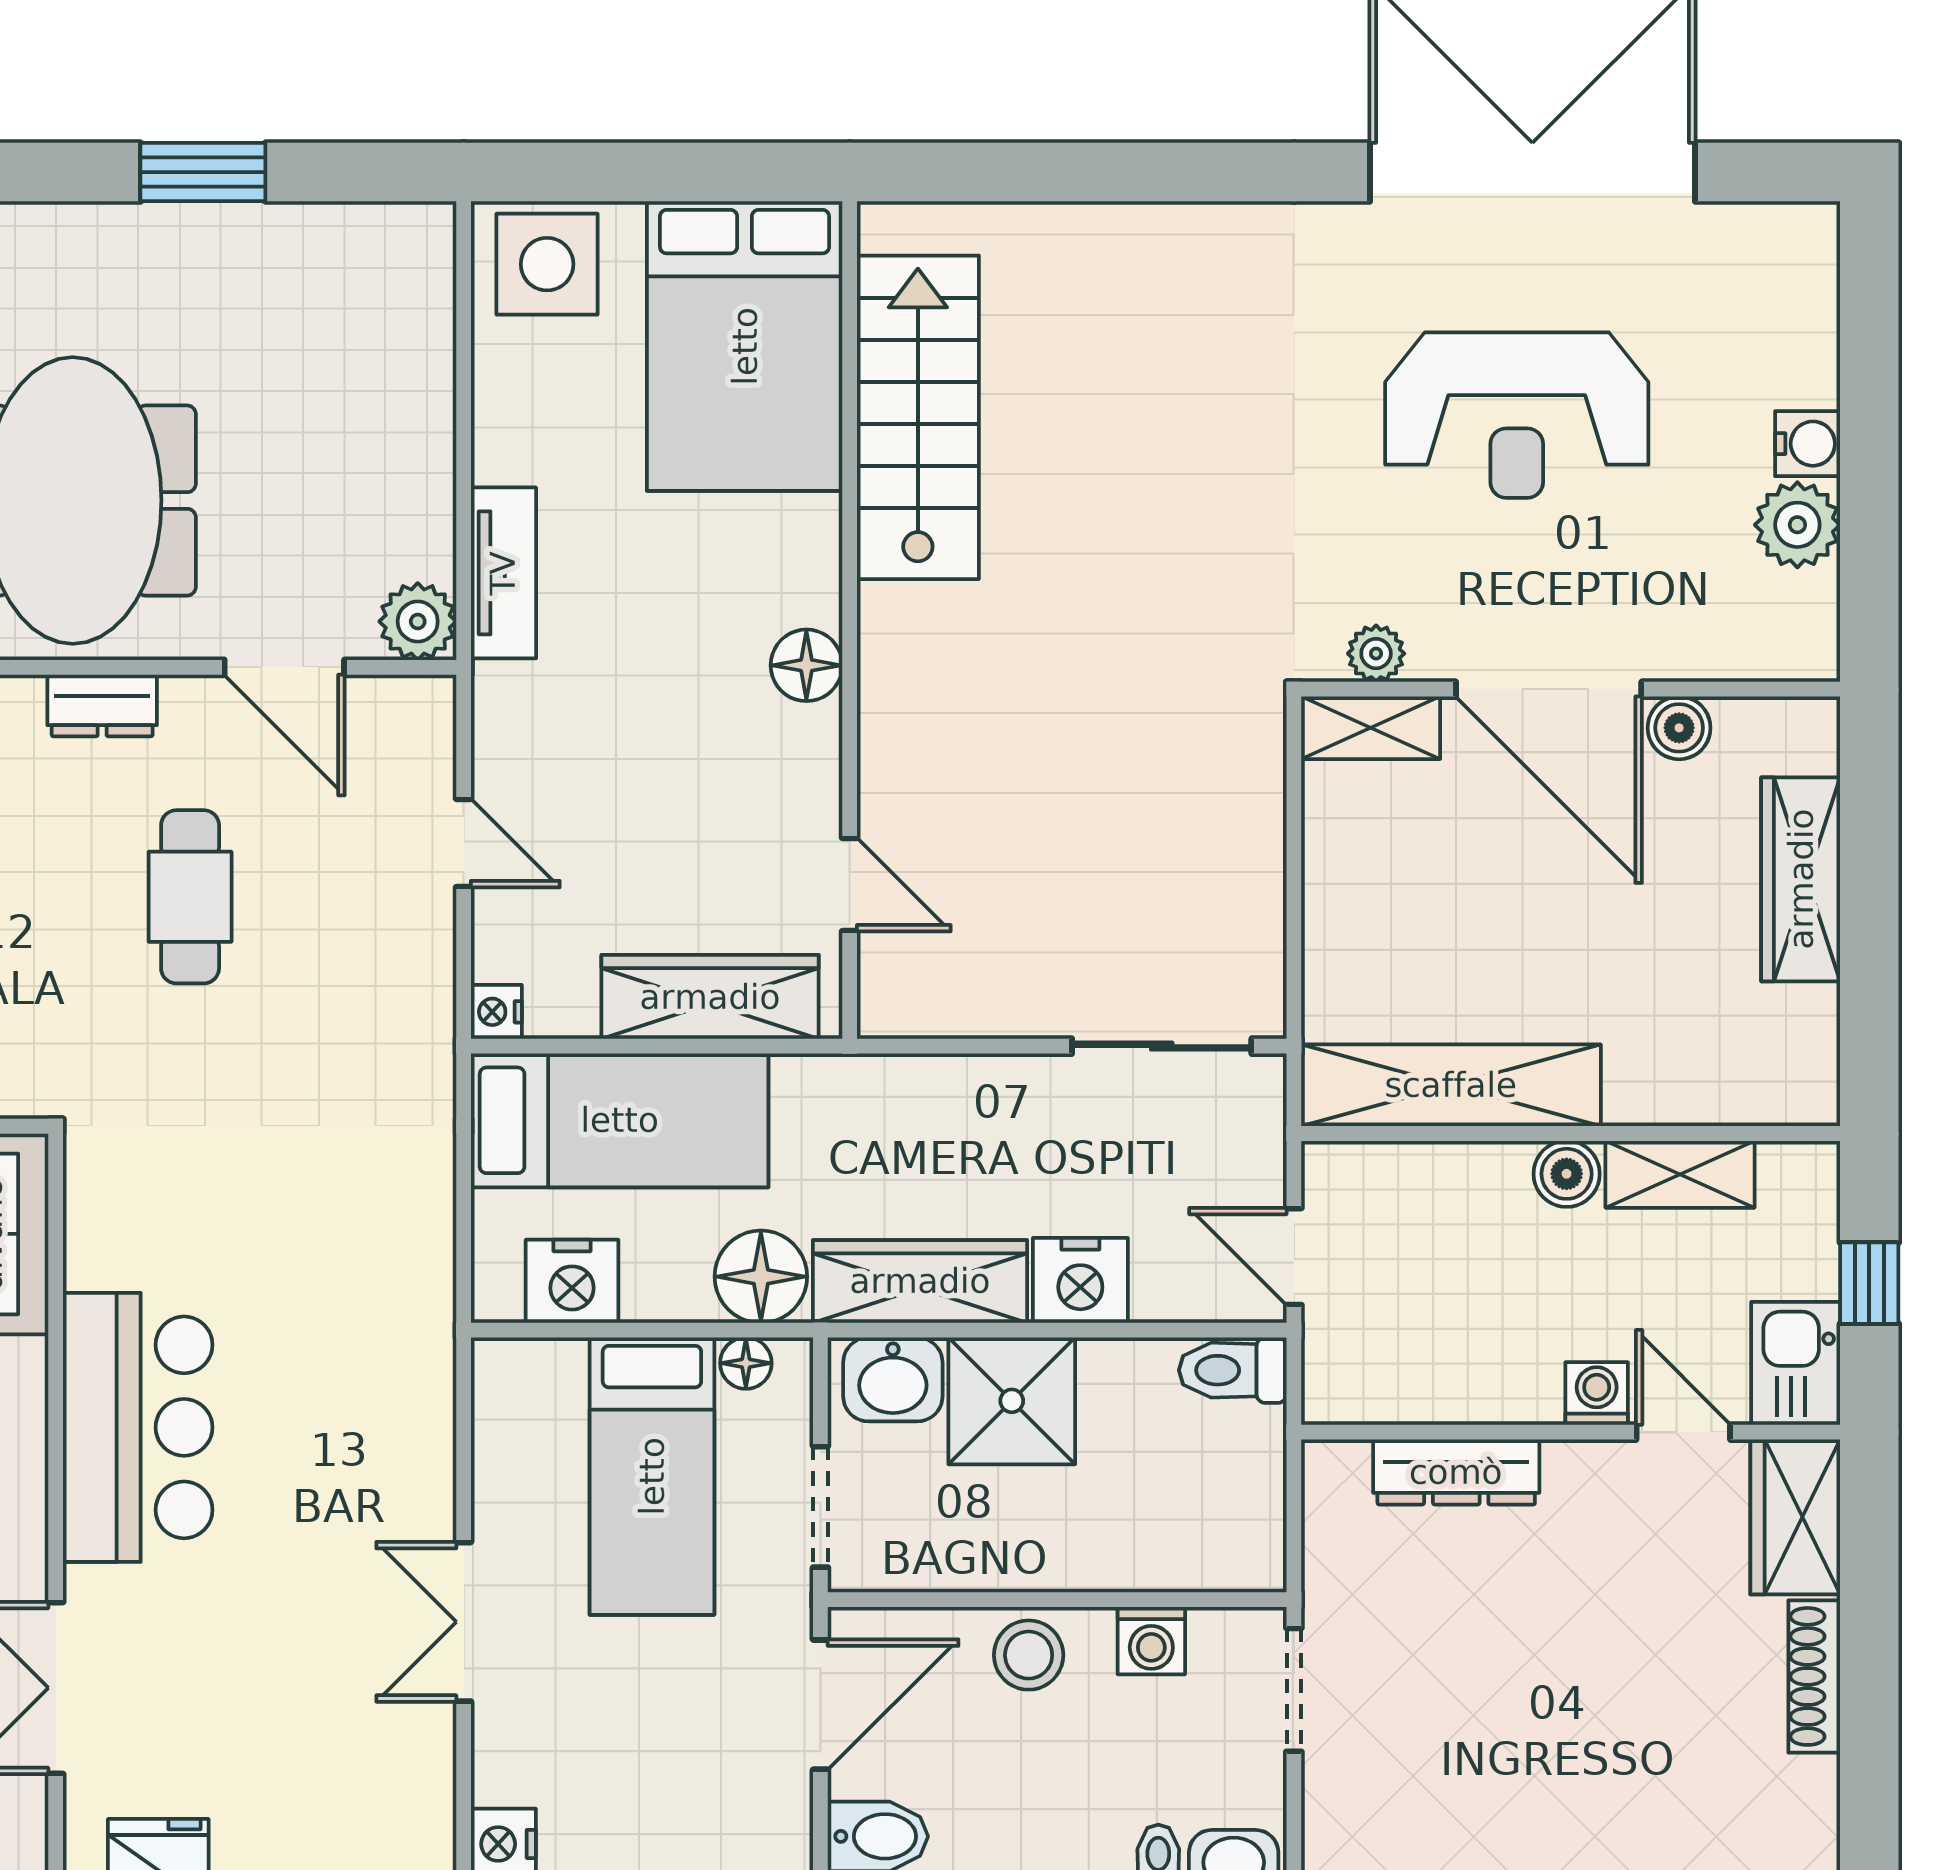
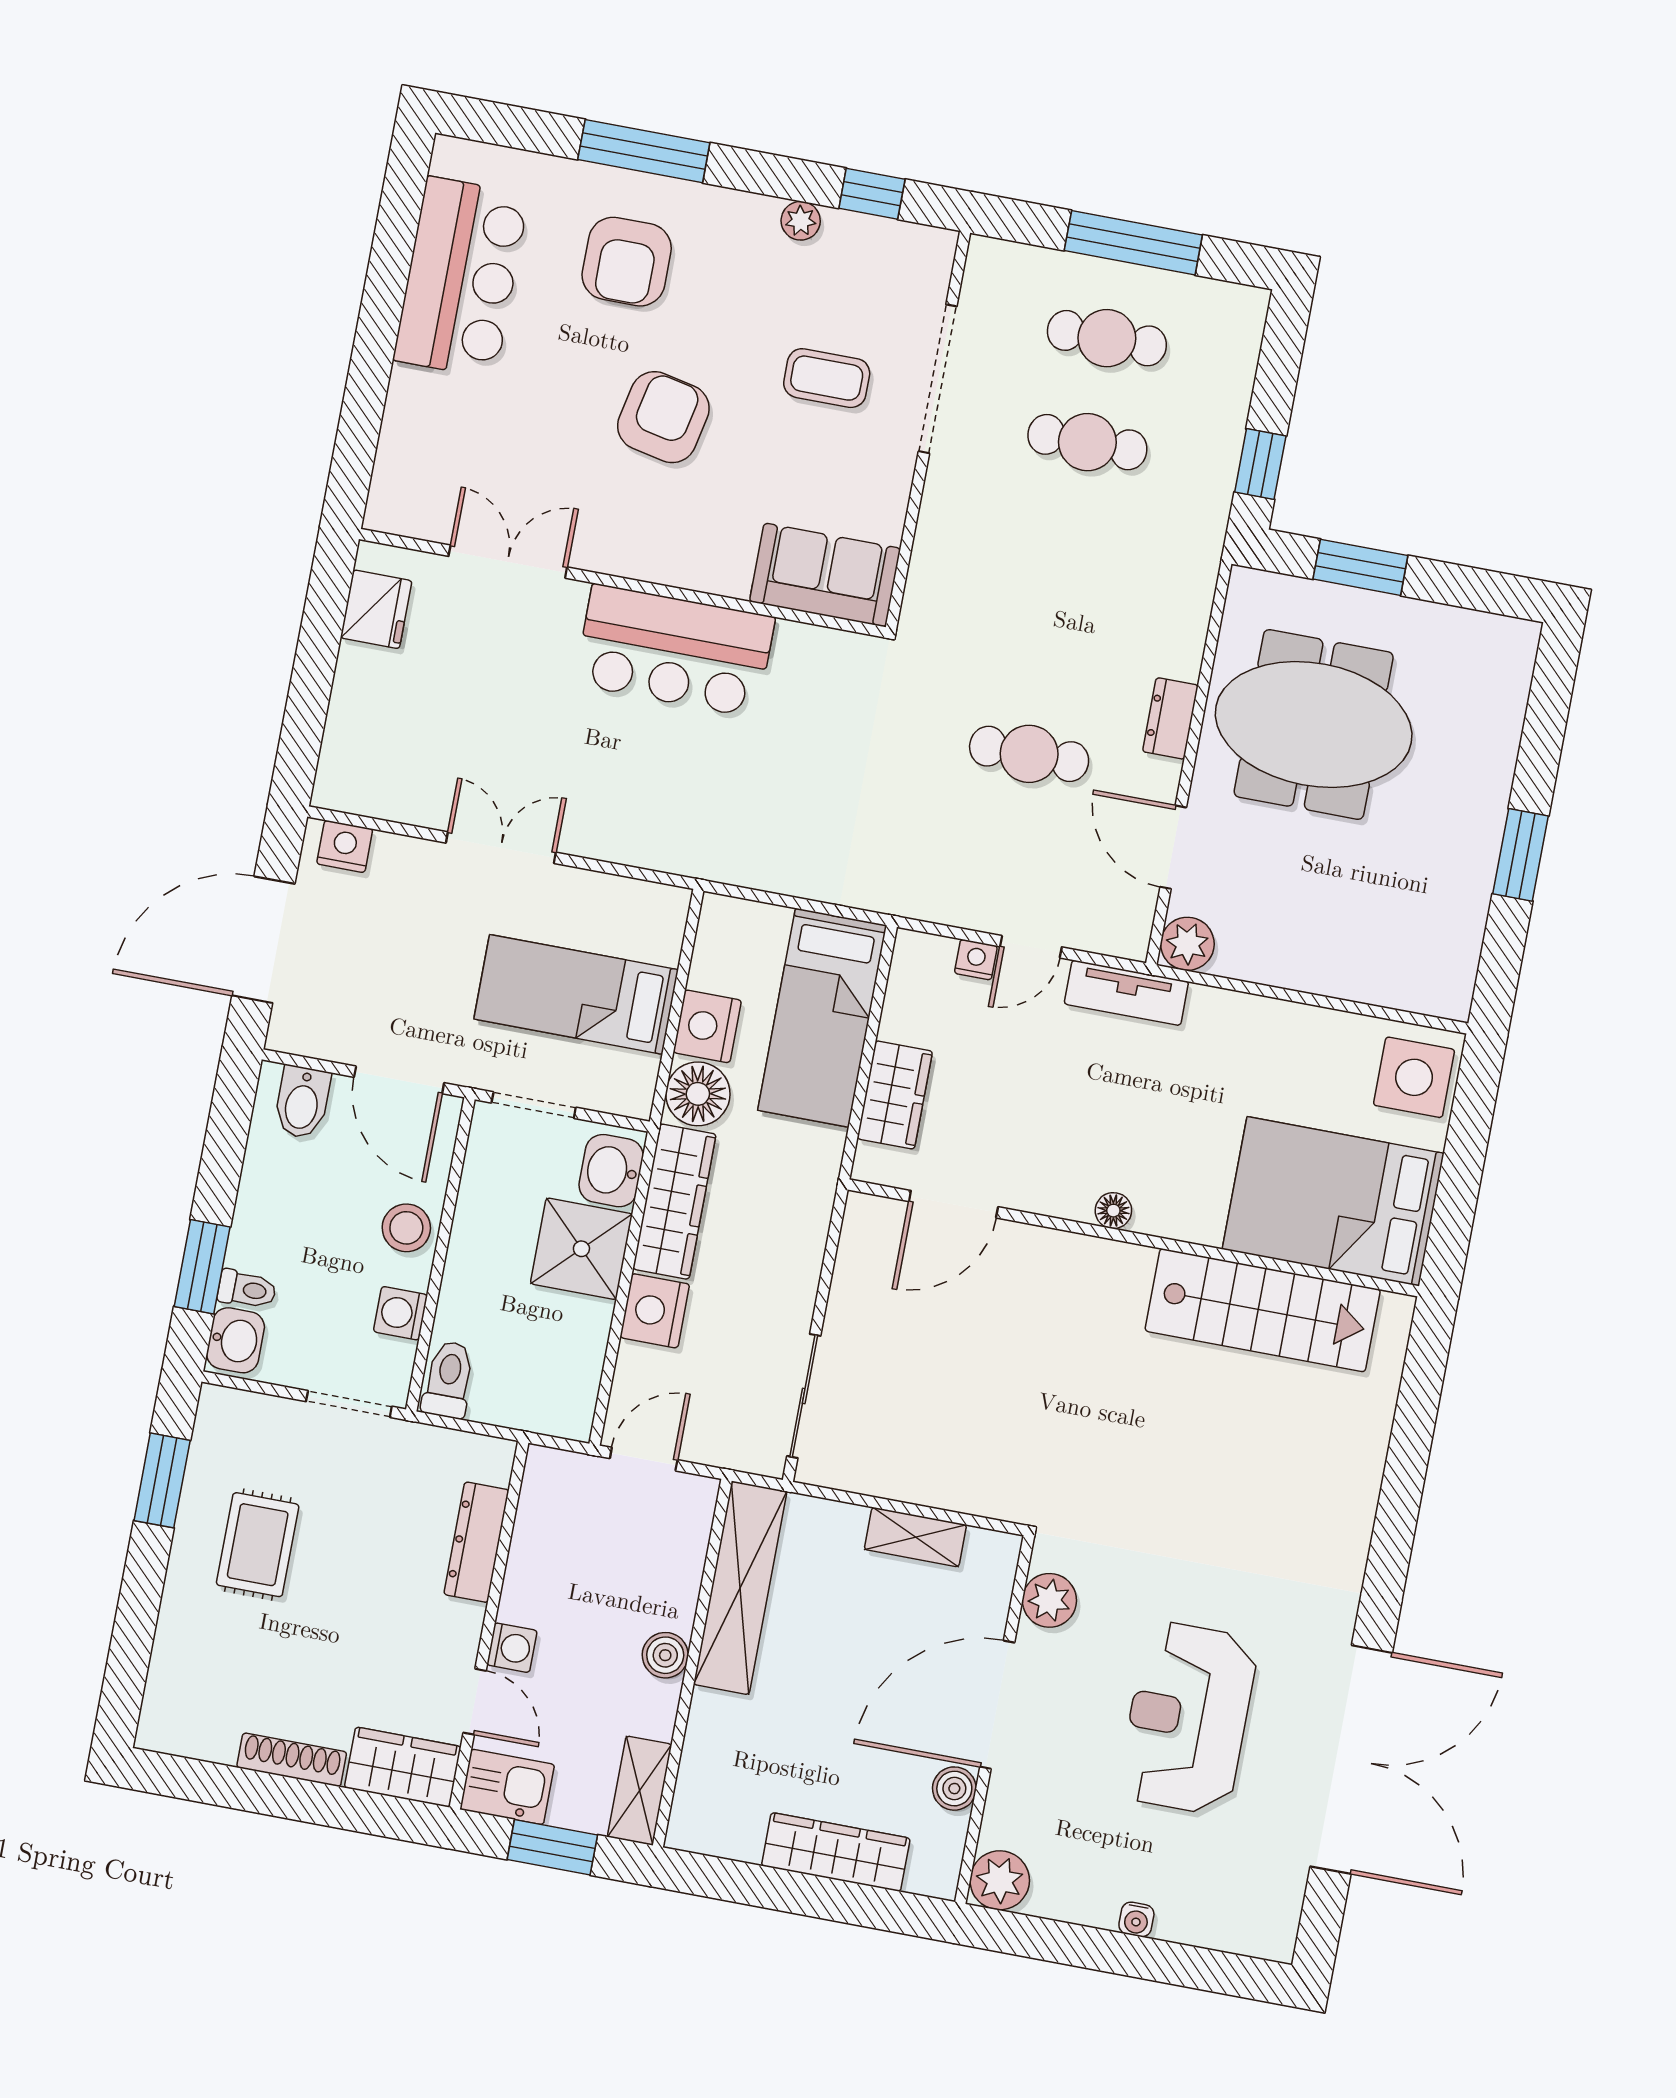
water cooler: (1808, 444) -> (1136, 1919), width x0.72, depth x0.72
plant: (1797, 525) -> (1000, 1880), moved
tv unit: (503, 573) -> (1126, 993), moved
plant: (1376, 654) -> (1049, 1600), width x1.38, depth x1.38
floor lamp: (806, 665) -> (1113, 1211), width x0.73, depth x0.73
door: (284, 667) -> (1173, 847), hinge flipped
shelving: (1371, 728) -> (915, 1537), moved, turned 90
door: (850, 884) -> (953, 1204), width x1.38
wardrobe: (710, 997) -> (895, 1095), width x0.67
nightstand: (496, 1012) -> (976, 960), moved
shelving: (1680, 1174) -> (640, 1791), moved
nightstand: (572, 1281) -> (707, 1026), moved
window: (1869, 1283) -> (552, 1847), width x1.50
floor lamp: (746, 1363) -> (641, 1073), removed
toilet: (1233, 1370) -> (448, 1379), moved
door: (1683, 1432) -> (475, 1702), hinge flipped
rug: (1518, 1782) -> (258, 1545), added

